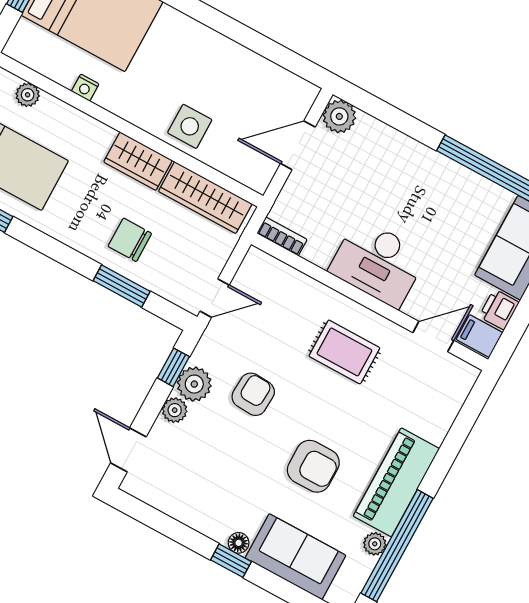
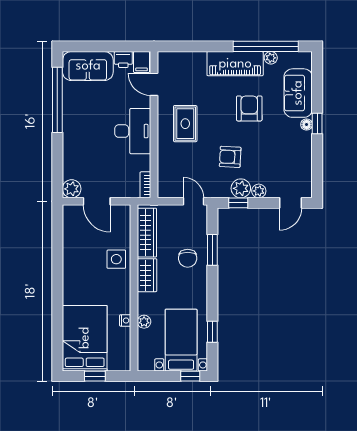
plant: (28, 95) -> (144, 322), moved

